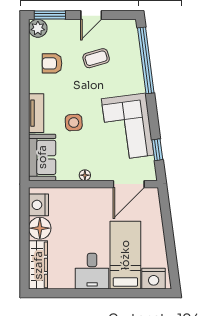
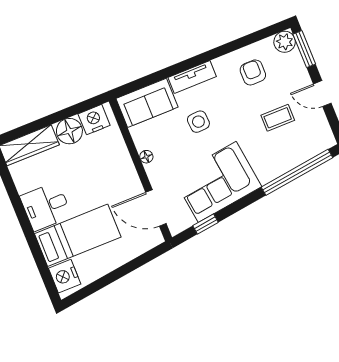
coffee table: (96, 58) -> (278, 118), turned -74

